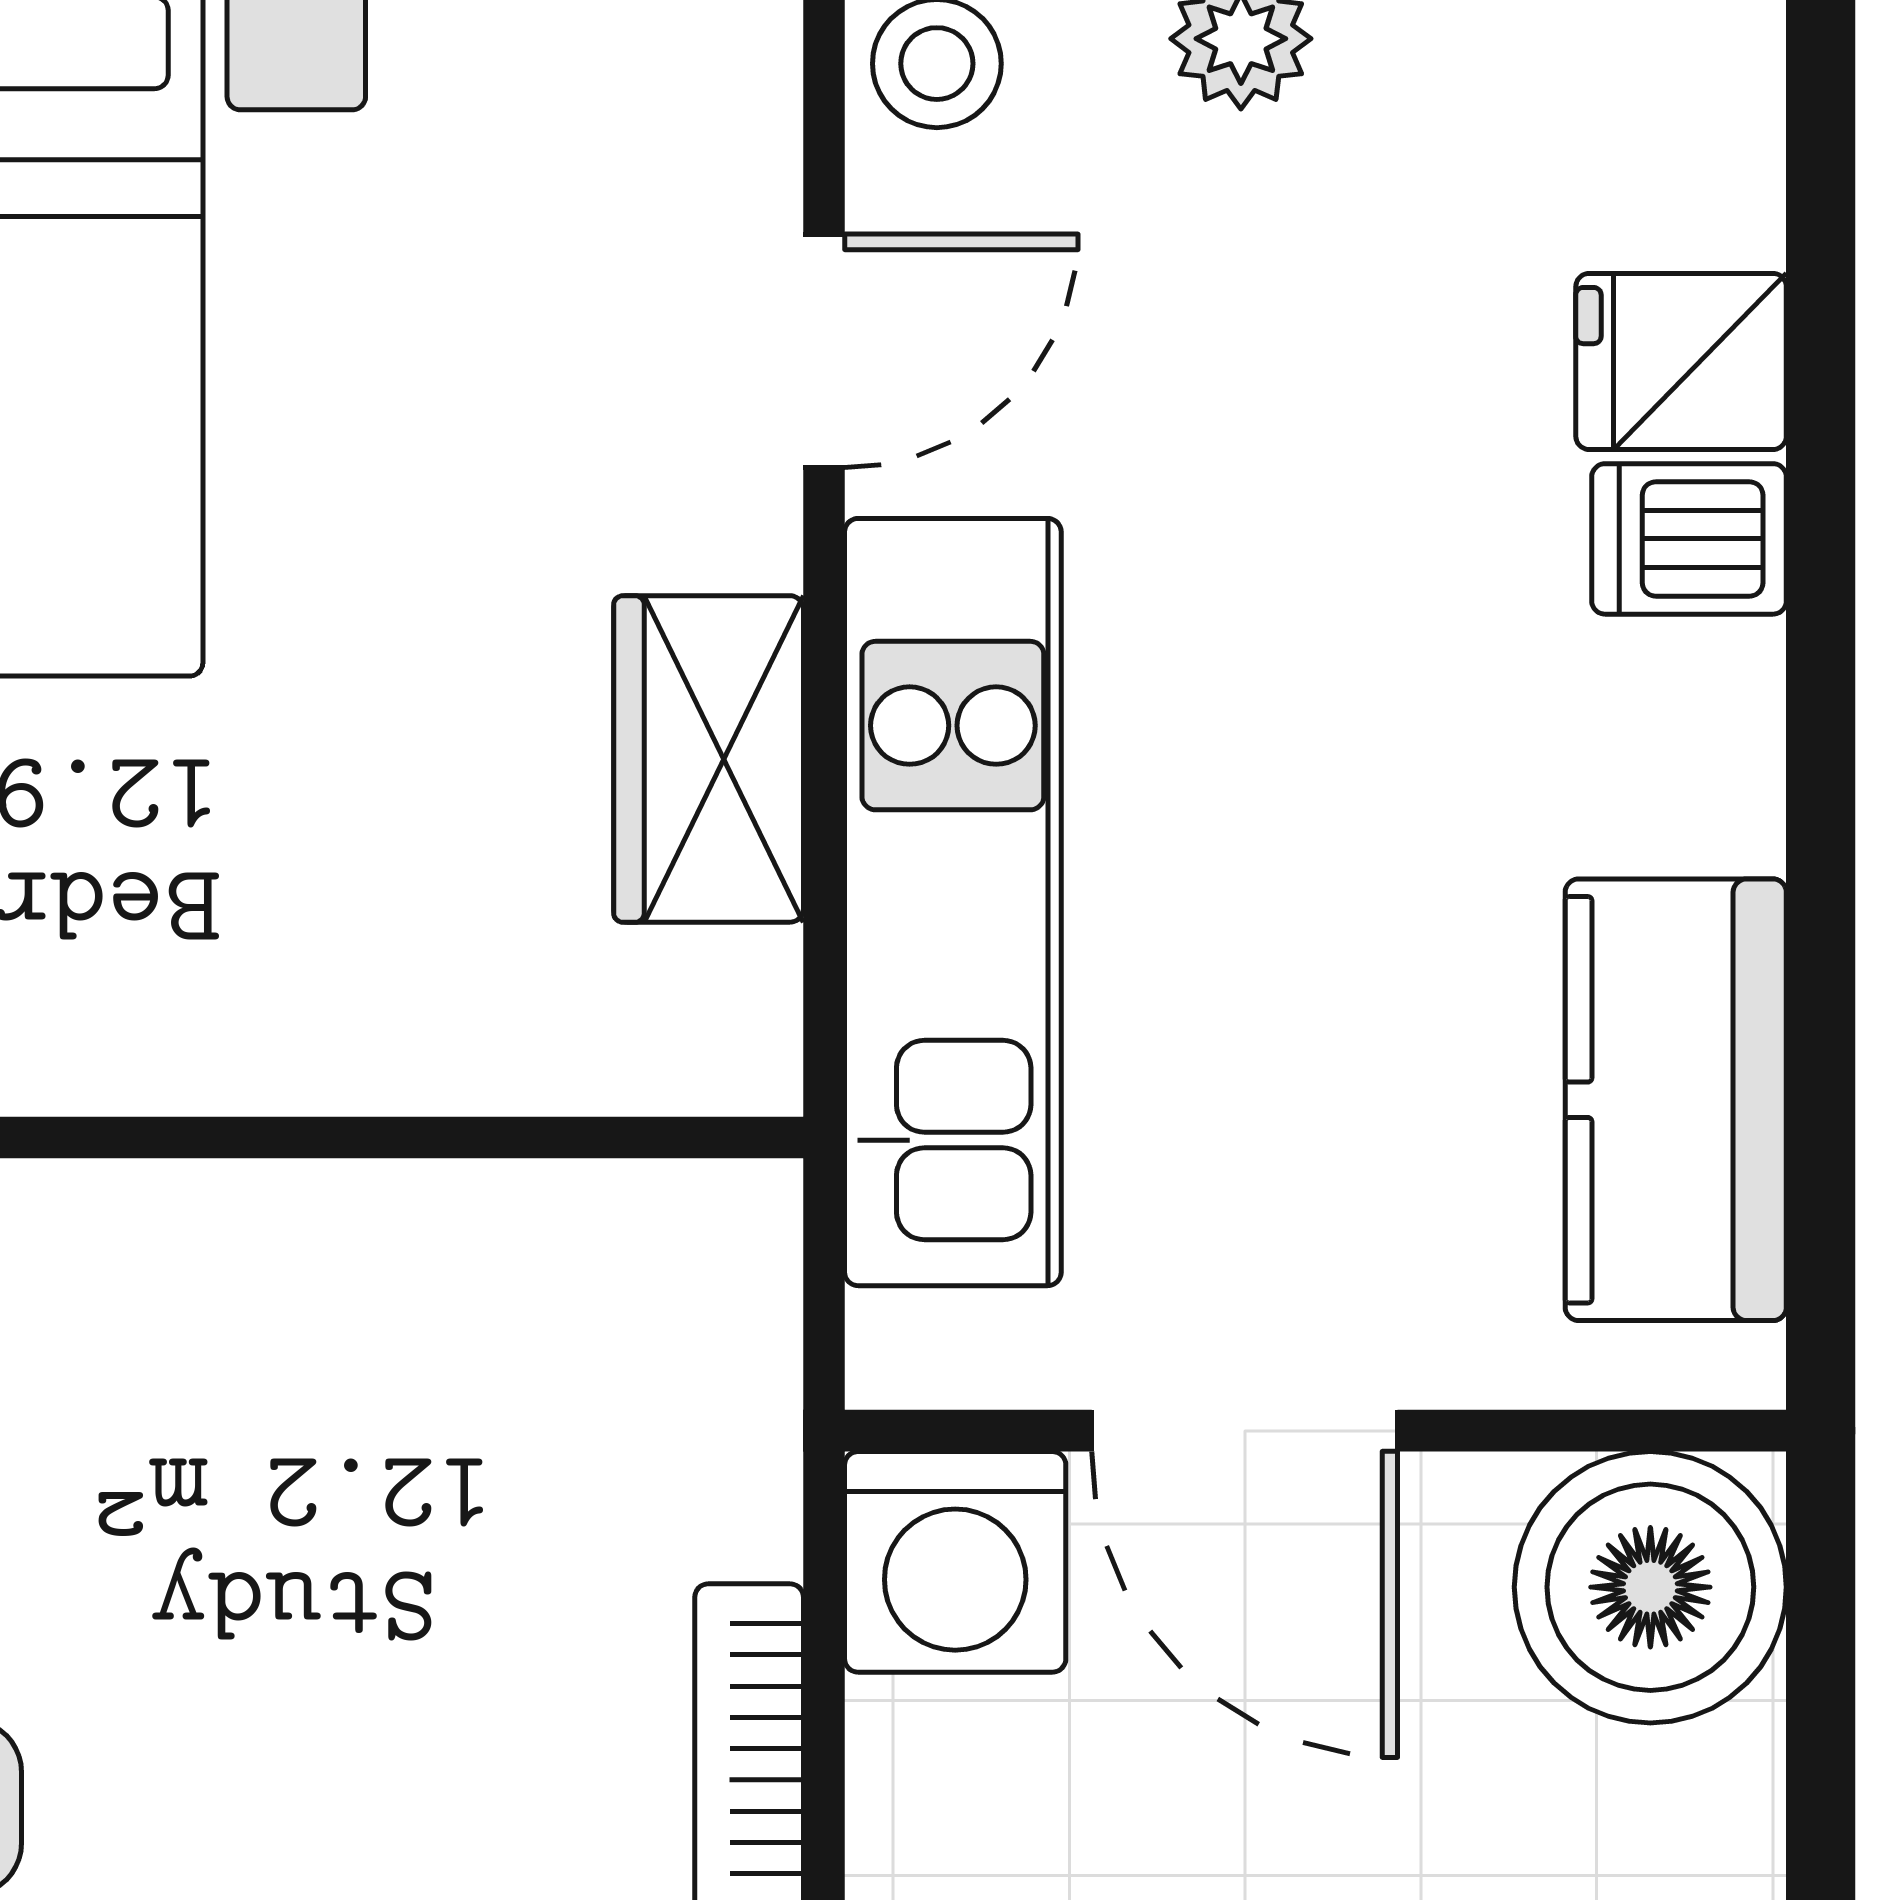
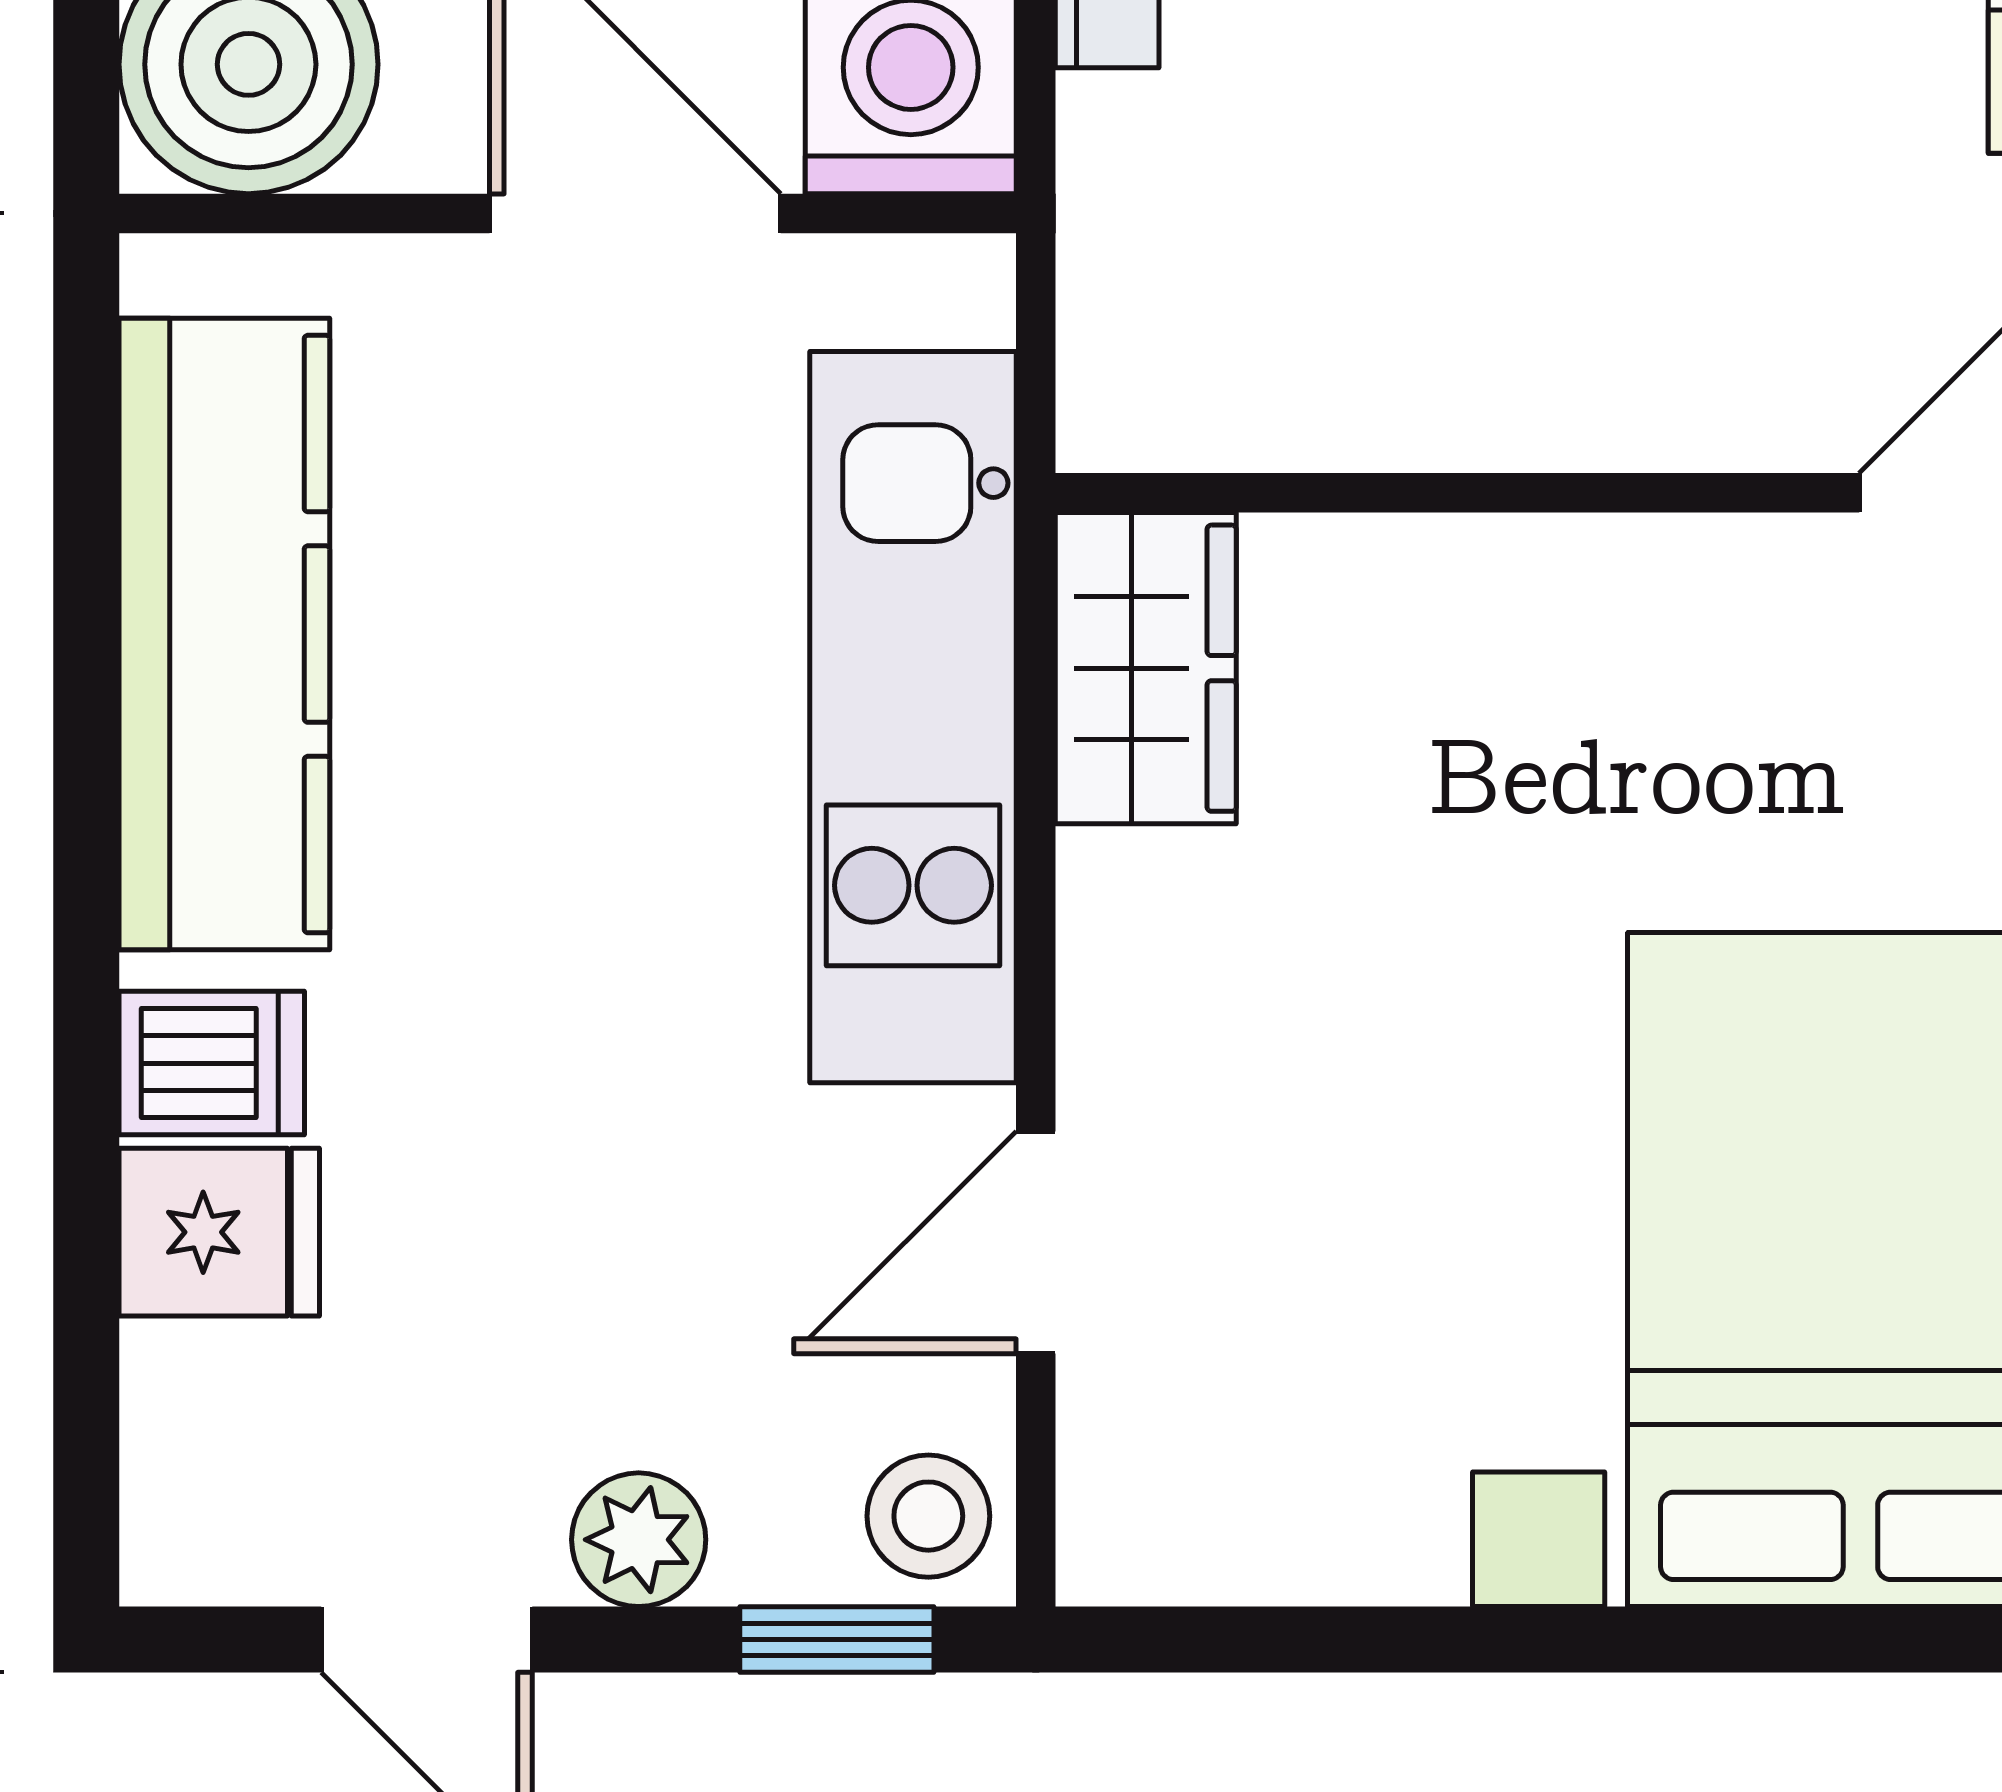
wardrobe: (709, 759) -> (1146, 668), moved
kitchen counter: (1676, 1100) -> (224, 634), width x1.50

